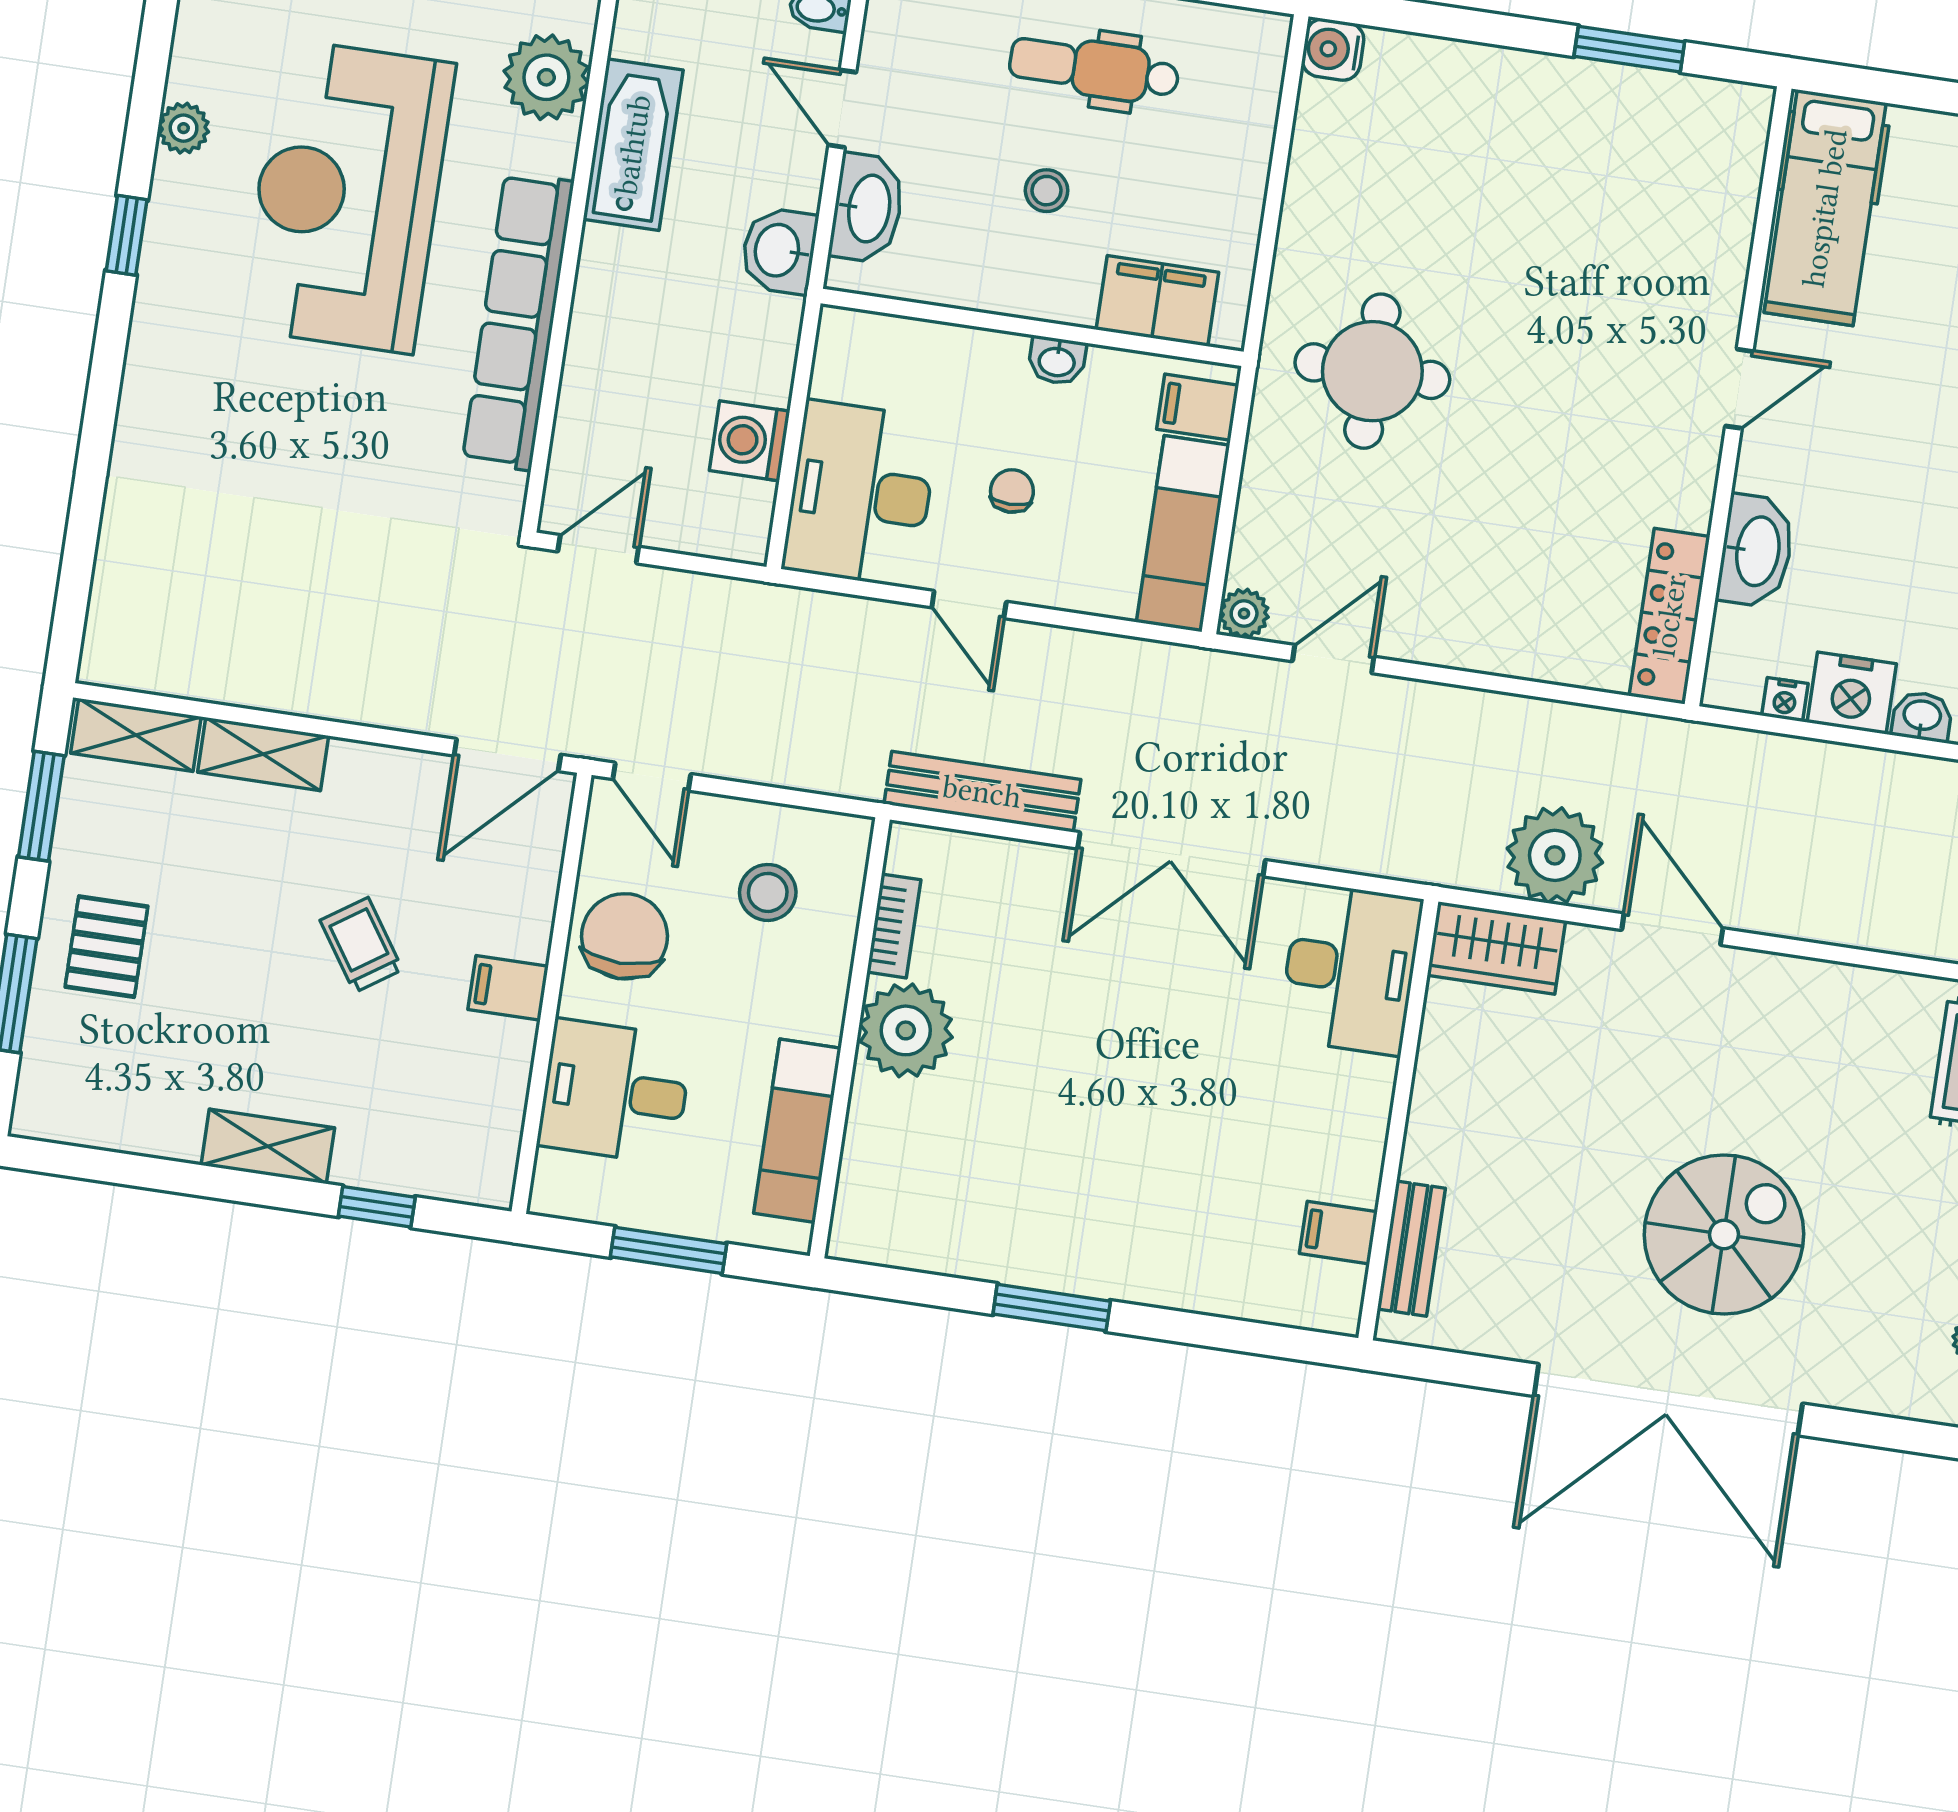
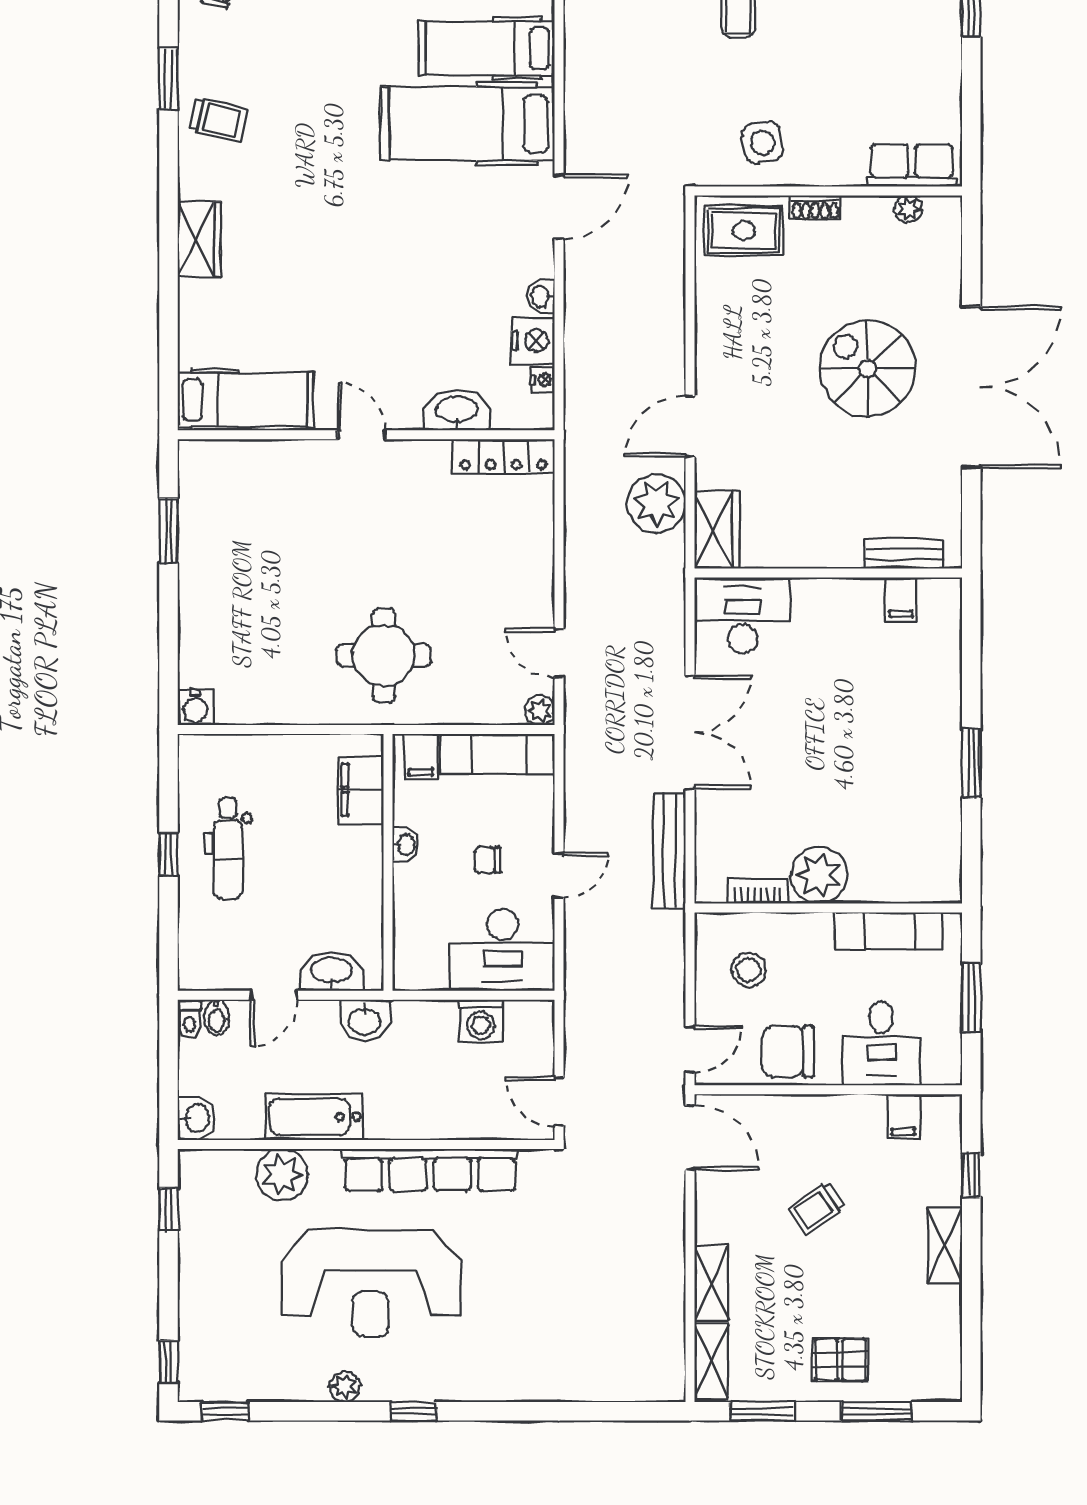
stool: (1047, 191) -> (305, 866), removed
filing cabinet: (508, 988) -> (903, 1116), moved

